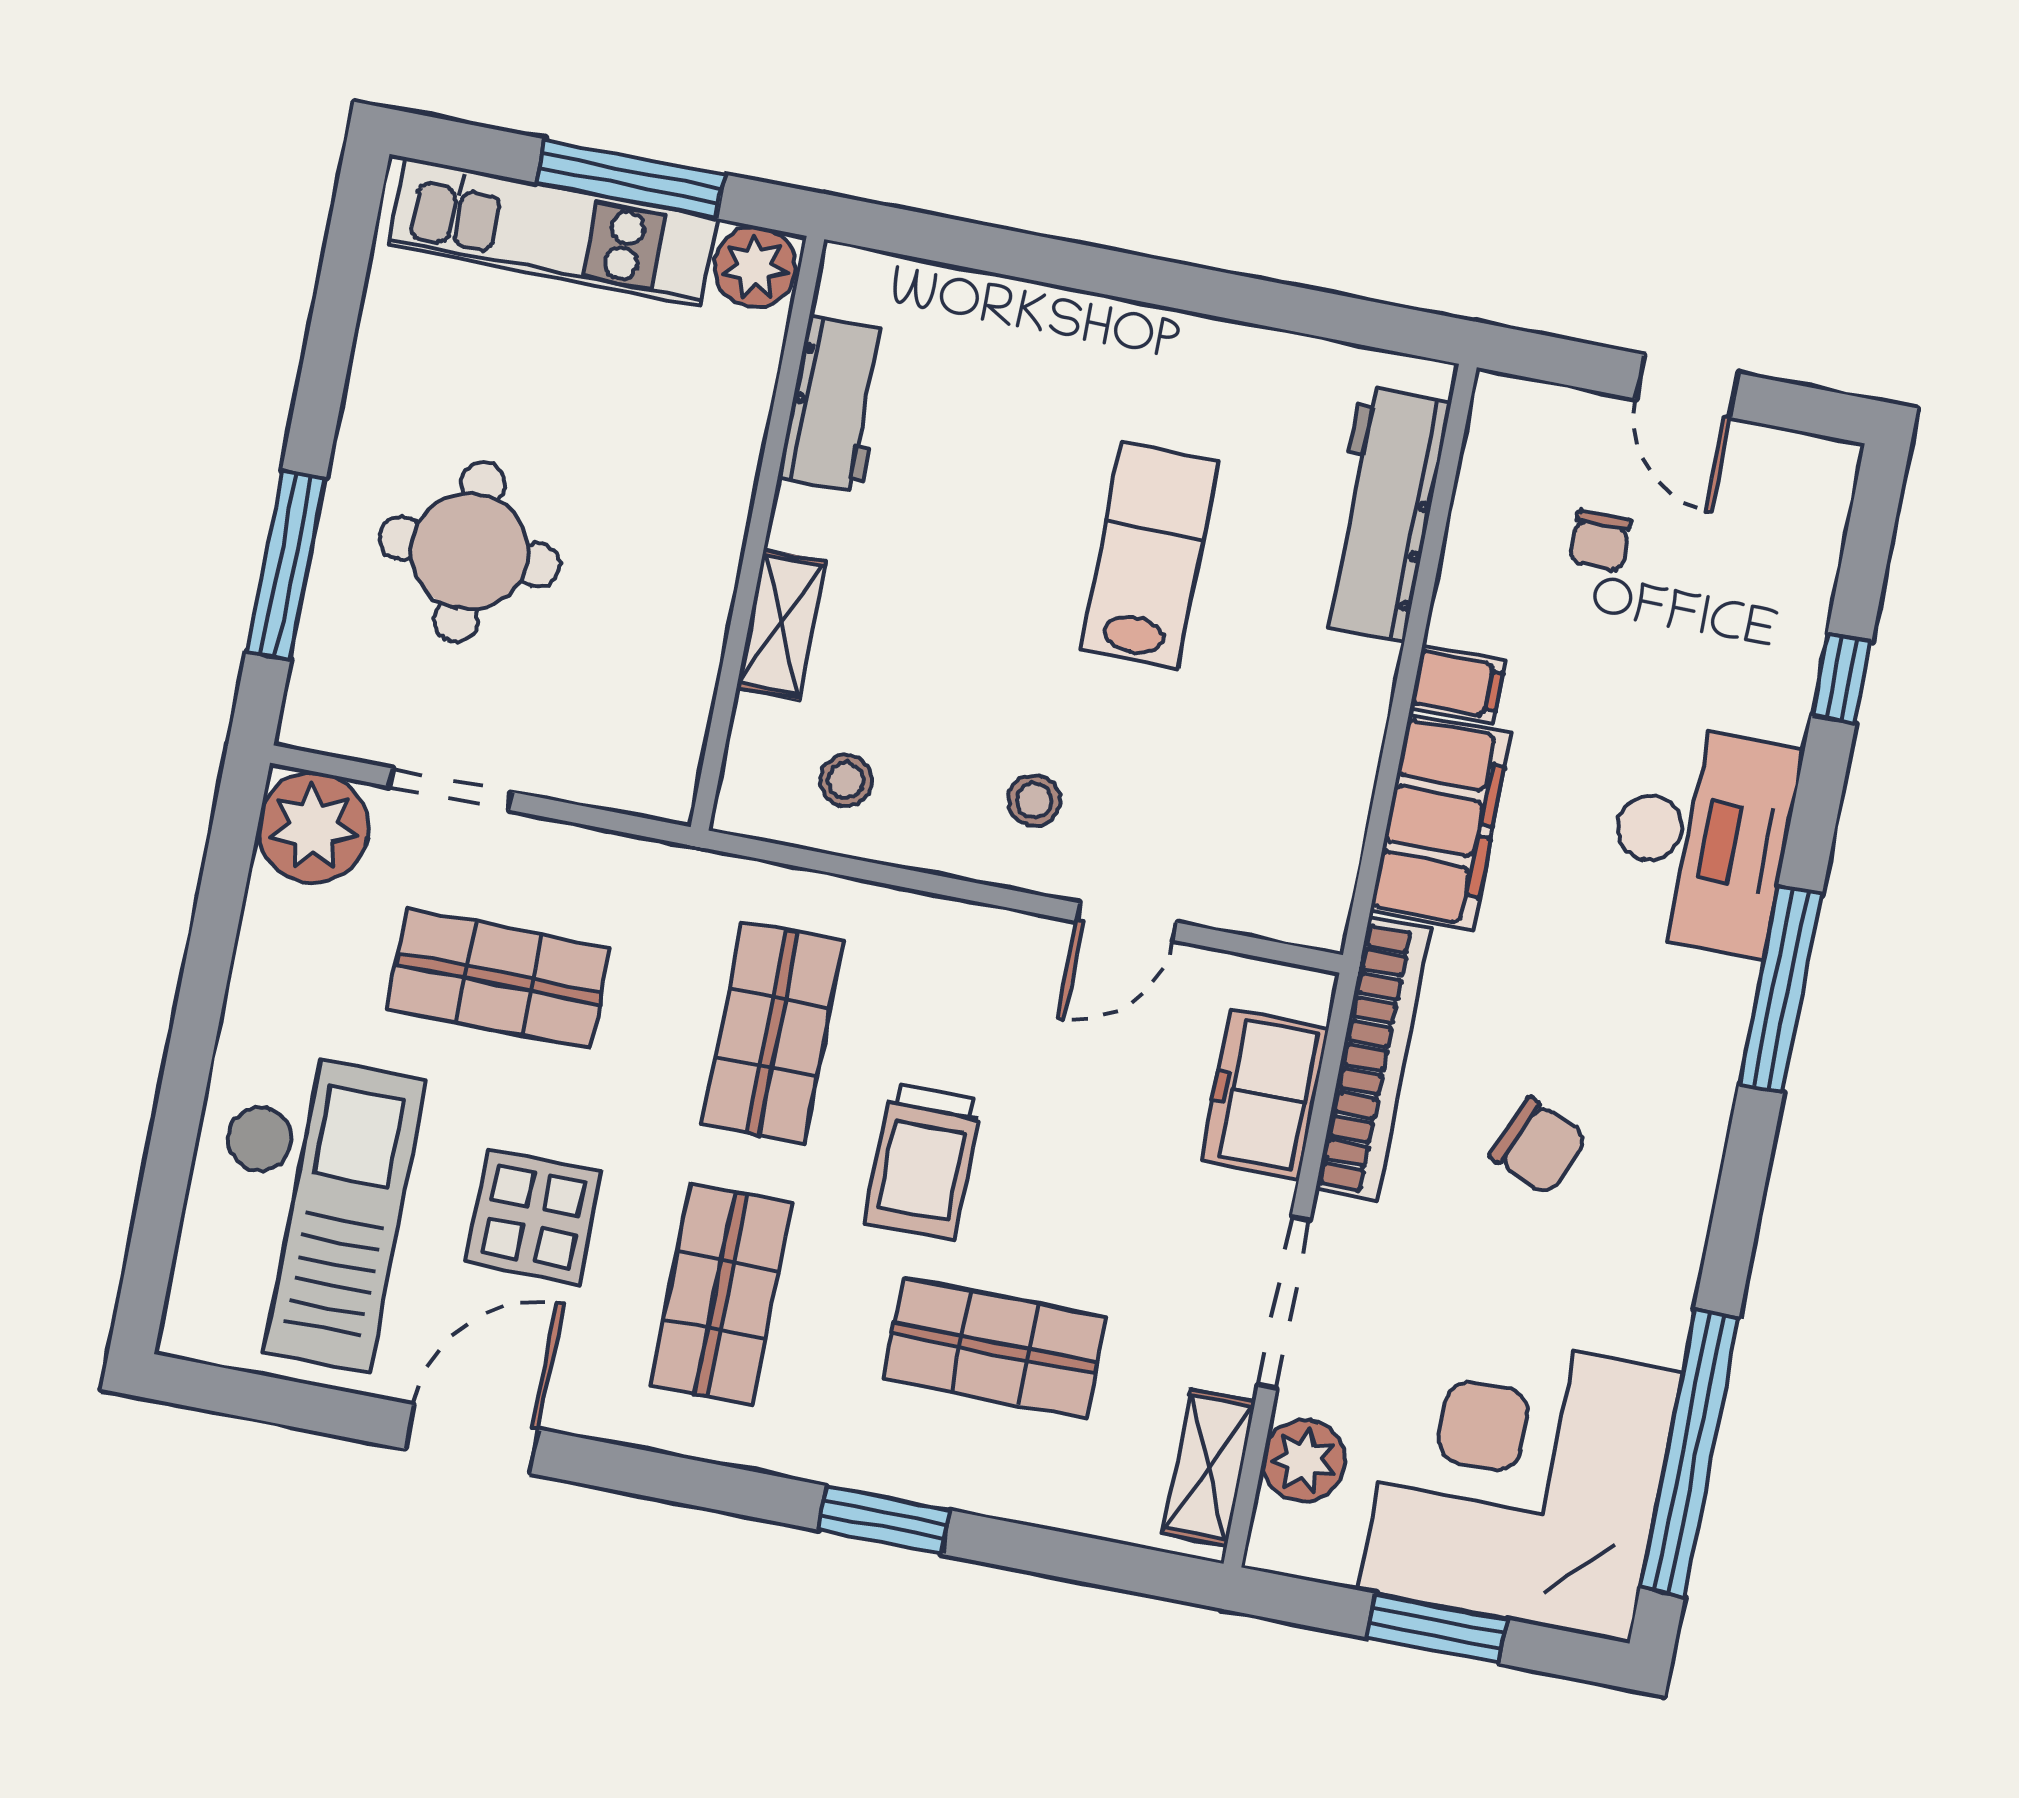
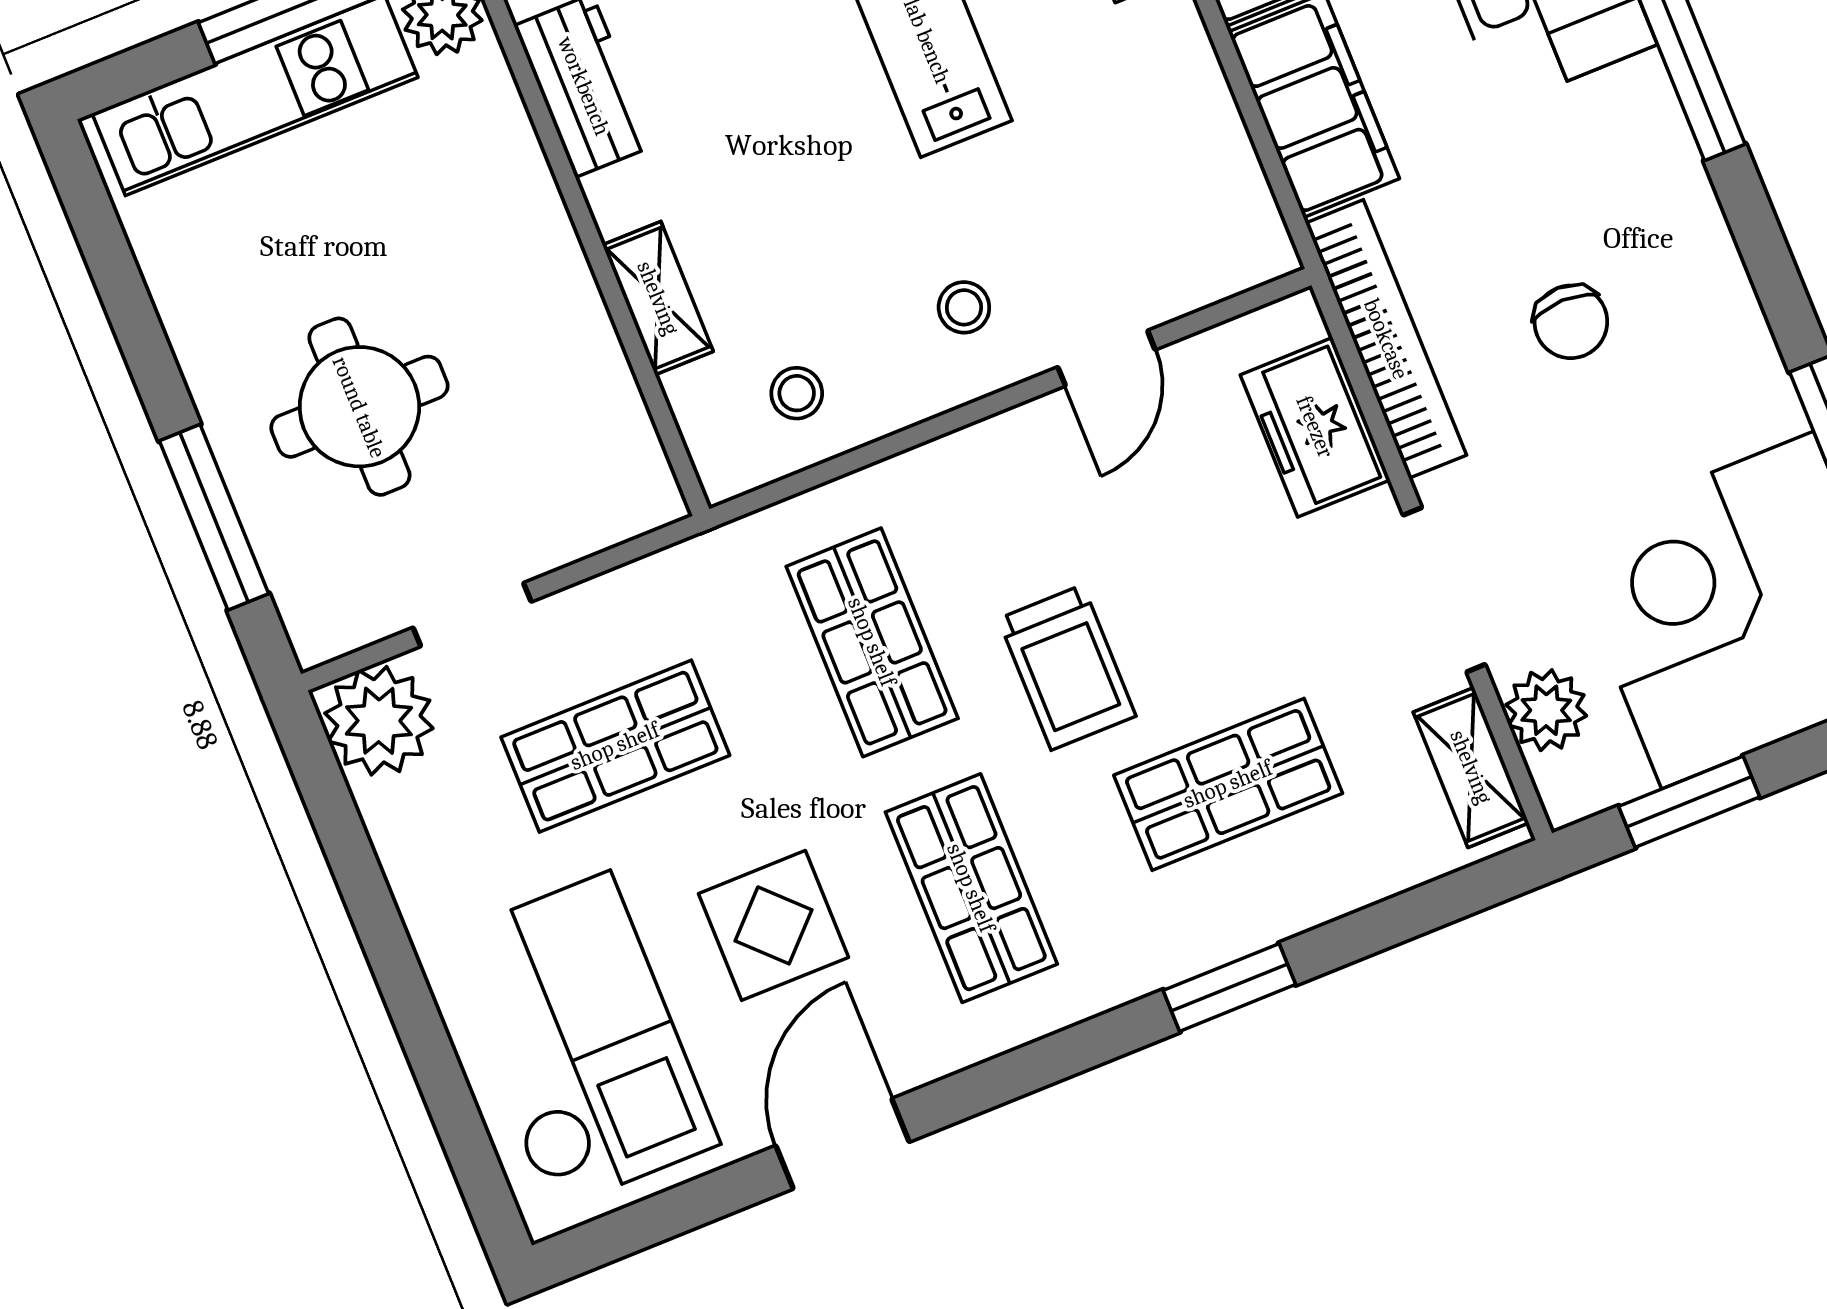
chair: (1538, 1146) -> (1571, 322), turned 67
window: (1437, 1628) -> (1689, 802), moved

